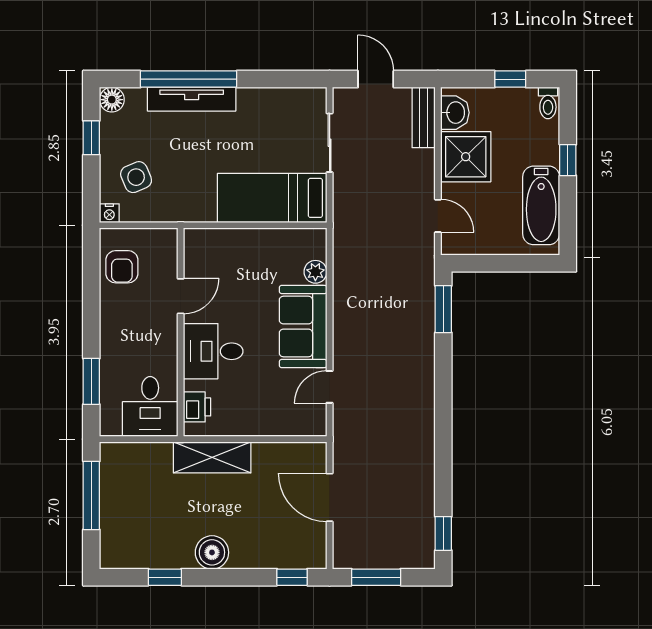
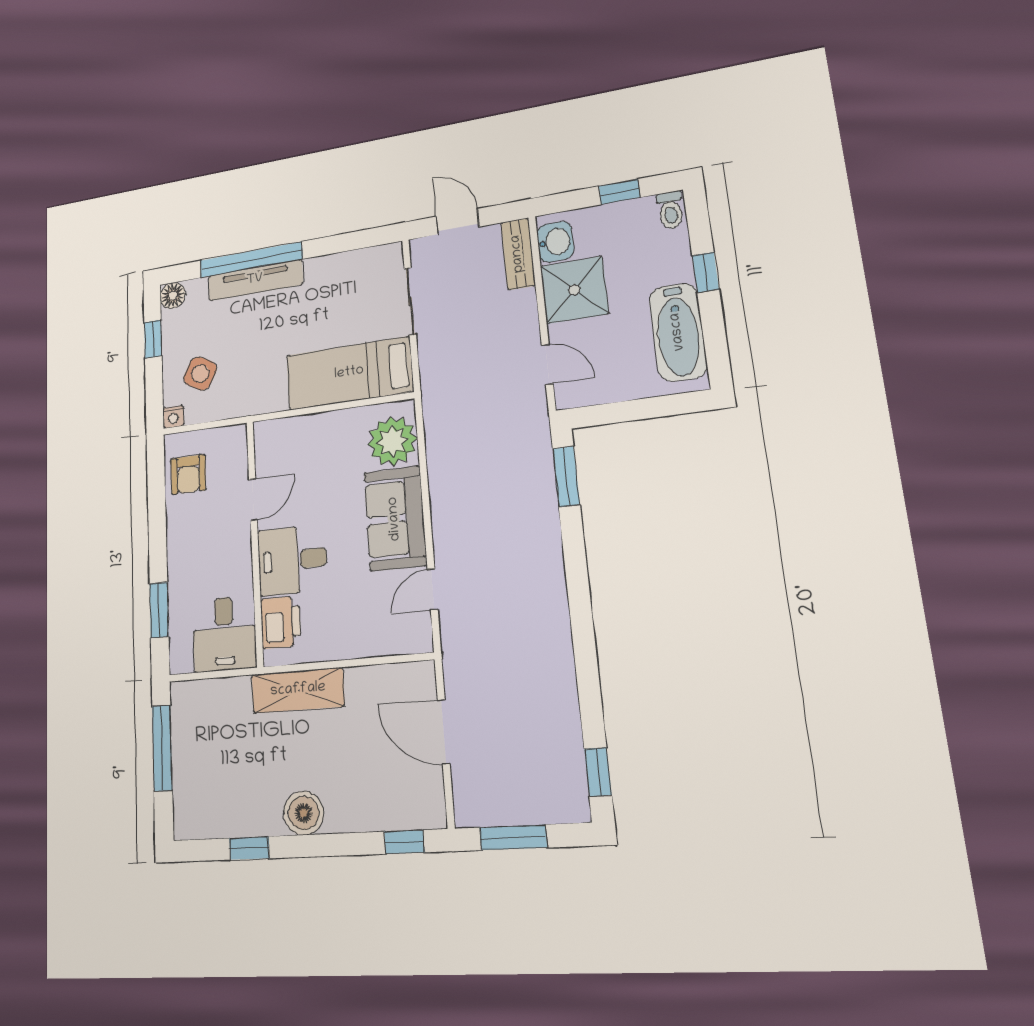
side table: (136, 177) -> (200, 373), turned -38
plant: (315, 272) -> (392, 441), width x1.88, depth x1.88
printer: (197, 407) -> (281, 622), width x1.36, depth x1.24

